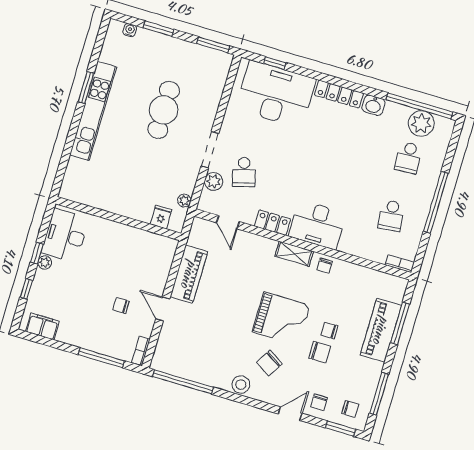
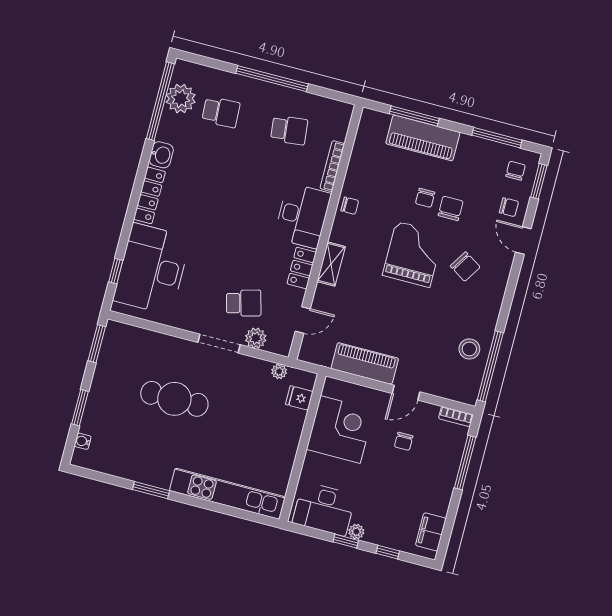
kitchen unit: (93, 111) -> (227, 494), moved
corner desk: (133, 252) -> (340, 429), added
shelving: (294, 254) -> (331, 264), moved
bookcase: (400, 264) -> (332, 166), moved, width x1.56
stool: (241, 385) -> (469, 349), moved

